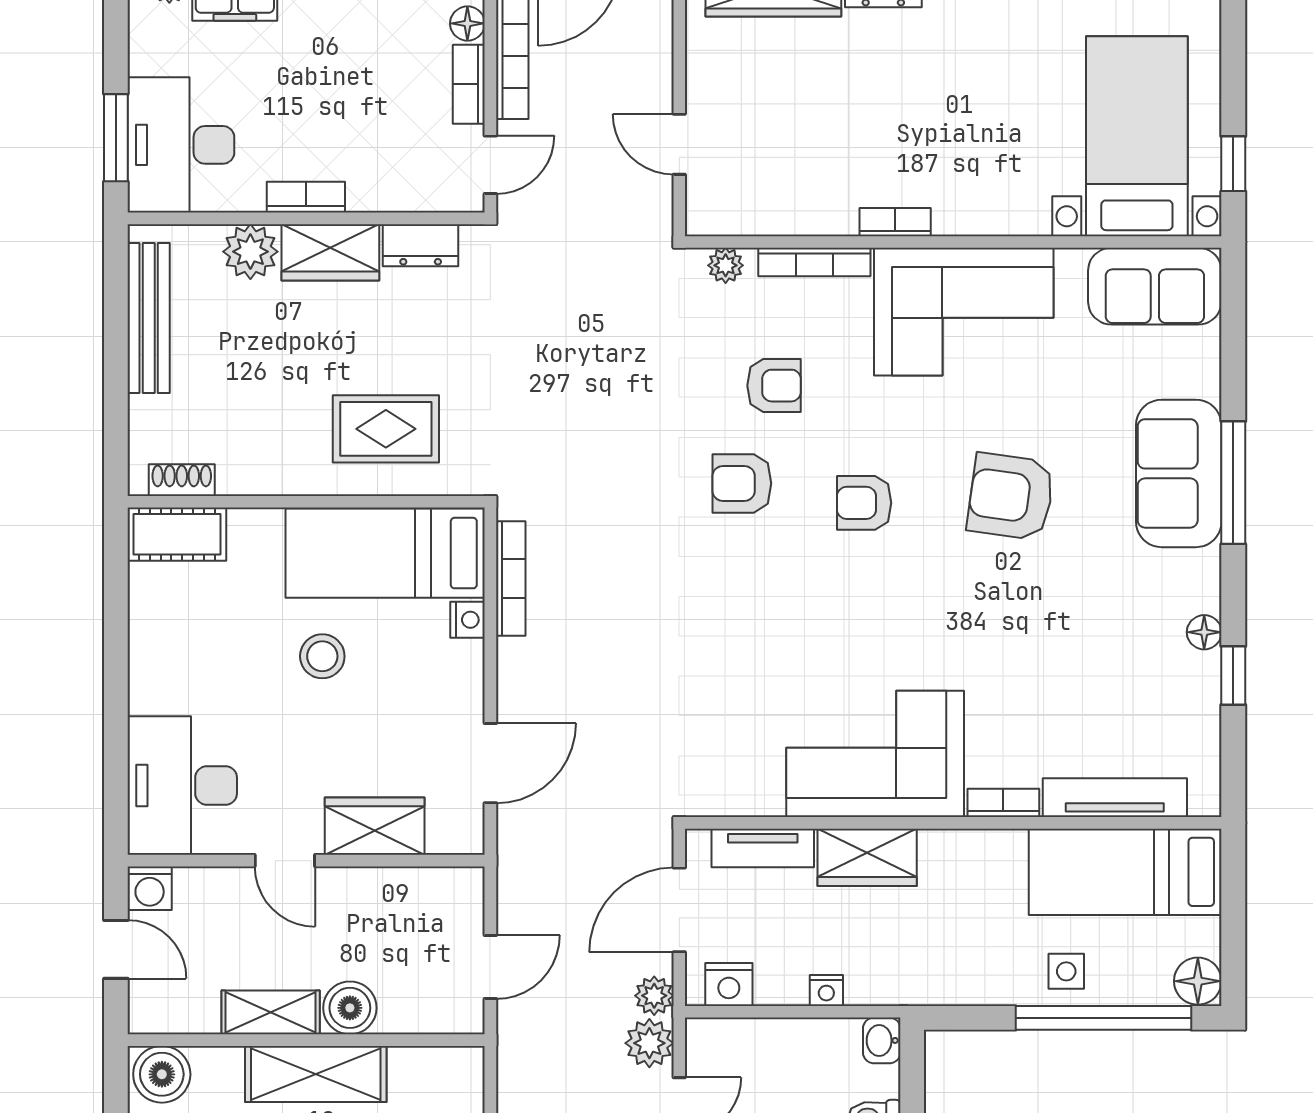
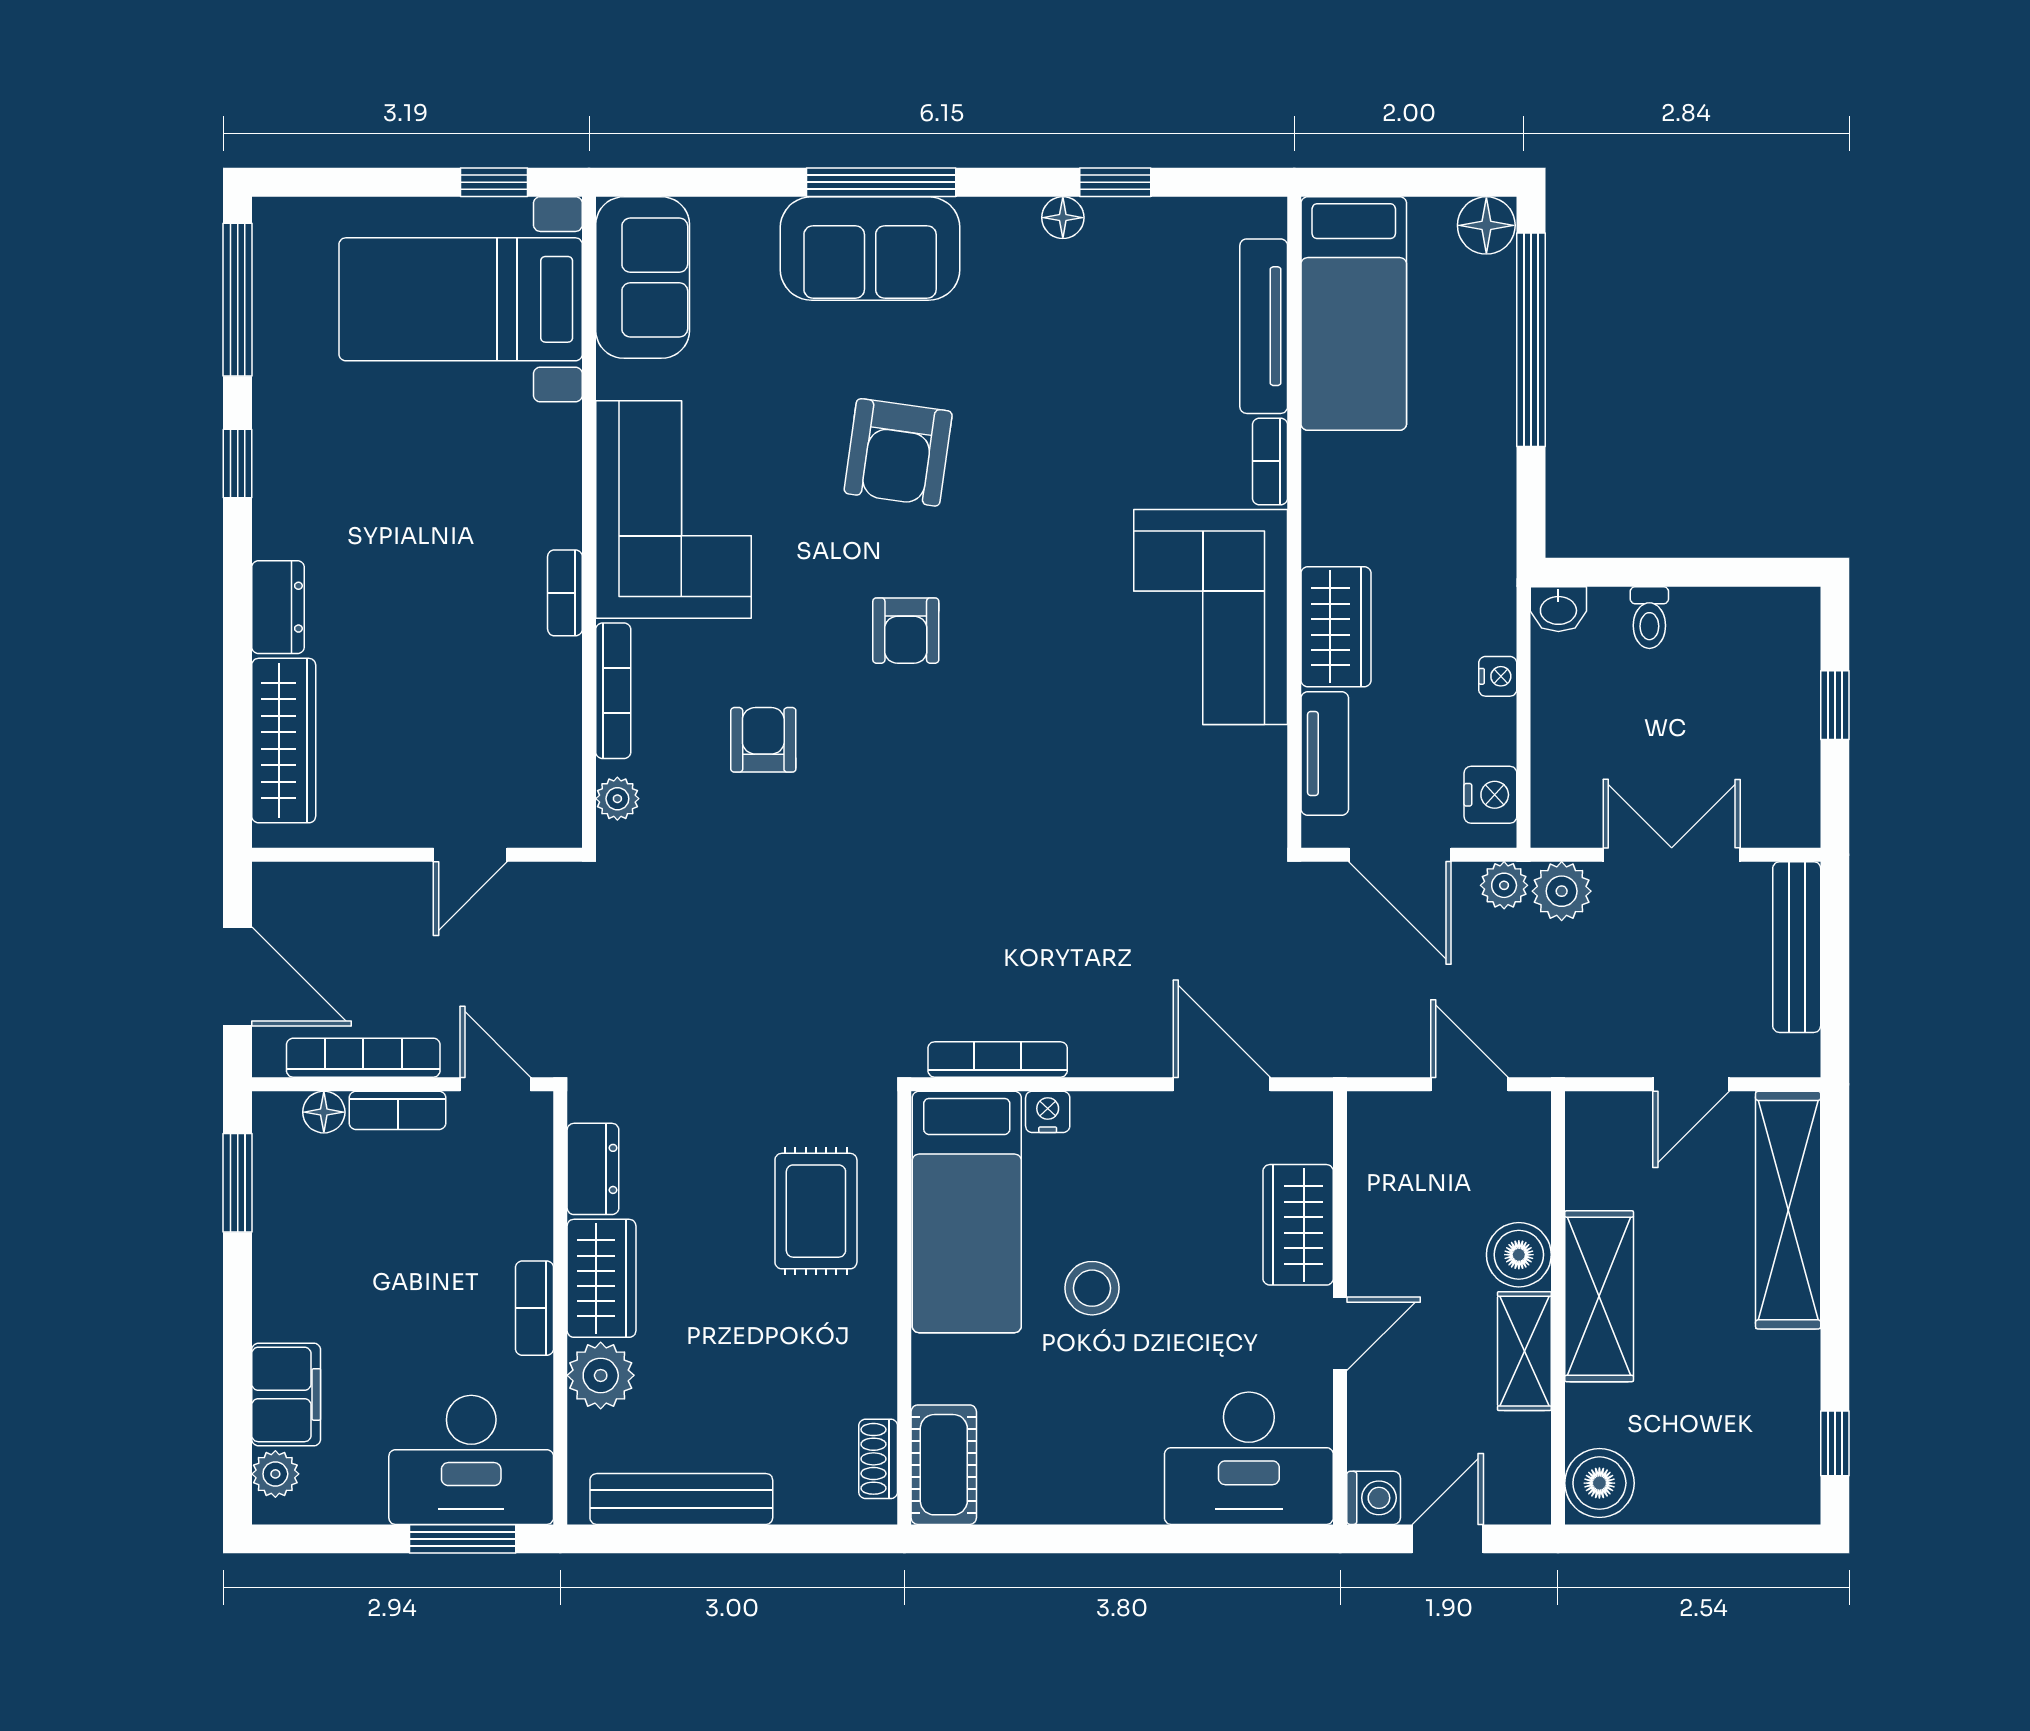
armchair: (742, 483) -> (882, 779), removed
side table: (1066, 971) -> (1474, 385), removed

